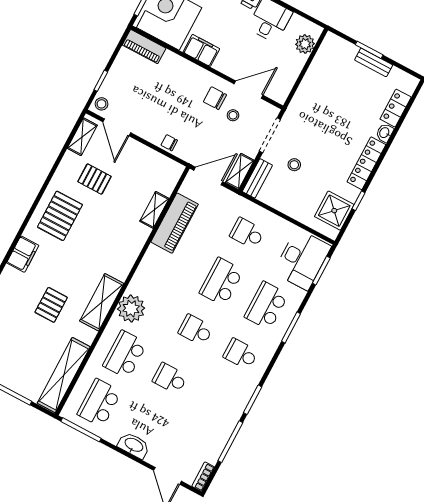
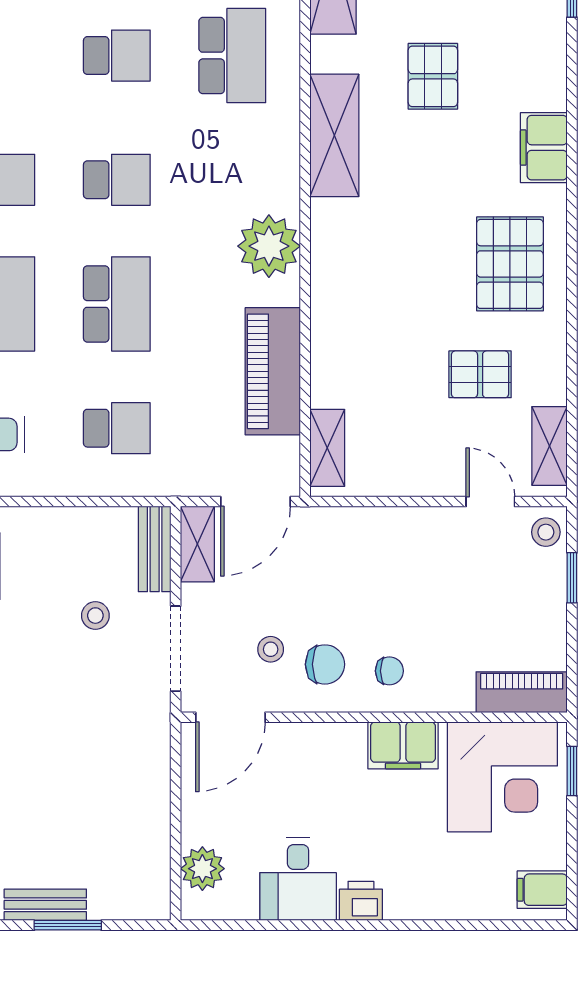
door: (248, 90) -> (230, 717), moved
door: (117, 127) -> (490, 501), width x0.73
chair: (169, 143) -> (389, 671), moved
shelving: (154, 210) -> (327, 448), moved
plant: (131, 309) -> (269, 246), moved

